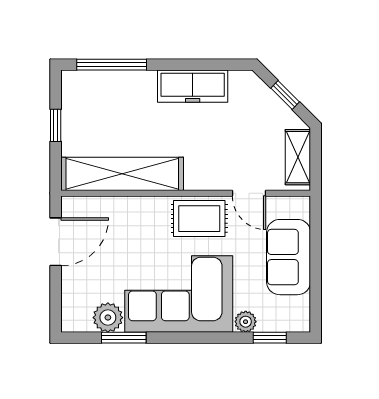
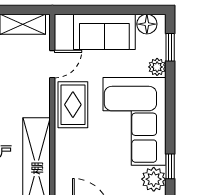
floor lamp: (298, 309) -> (147, 24), added
window: (124, 338) -> (170, 166), width x0.67

